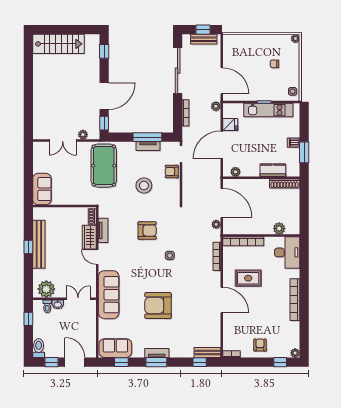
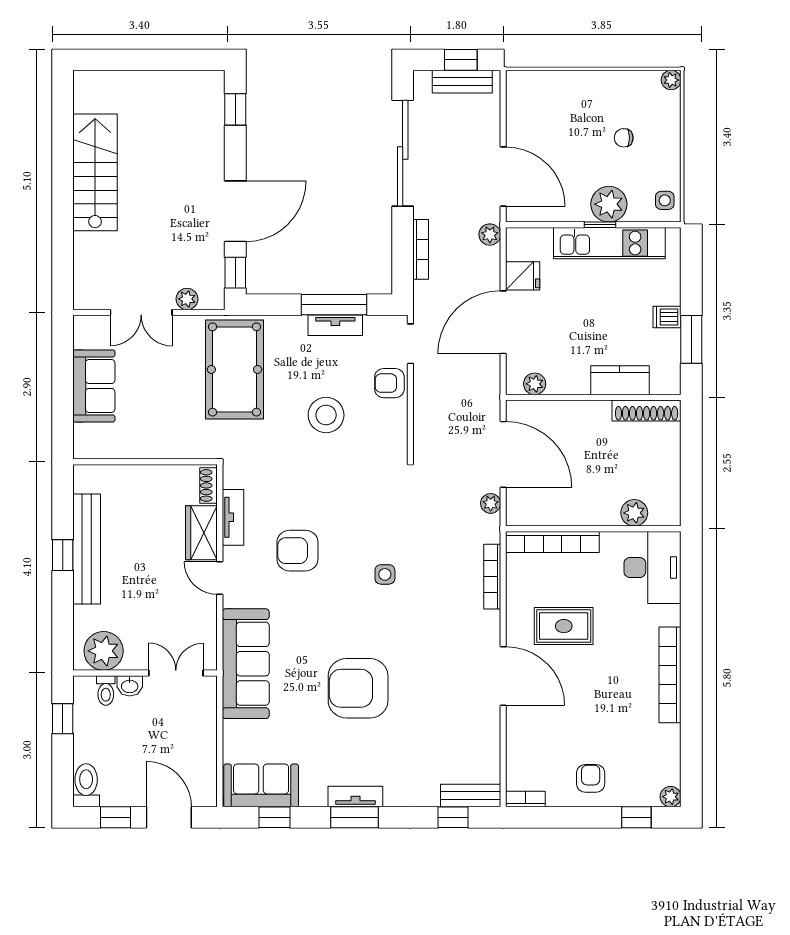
stairs: (59, 44) -> (95, 172), moved, turned -90
plant: (268, 93) -> (609, 204), added
sofa: (42, 189) -> (94, 386), moved
armchair: (147, 231) -> (297, 551), moved, turned 180

